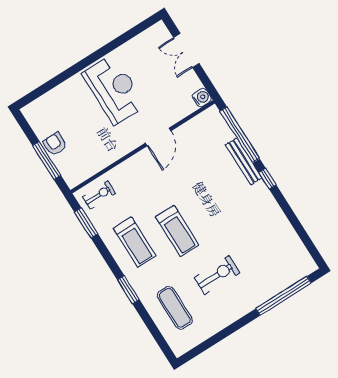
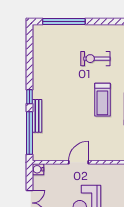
treadmill: (177, 231) -> (102, 100), turned 180

